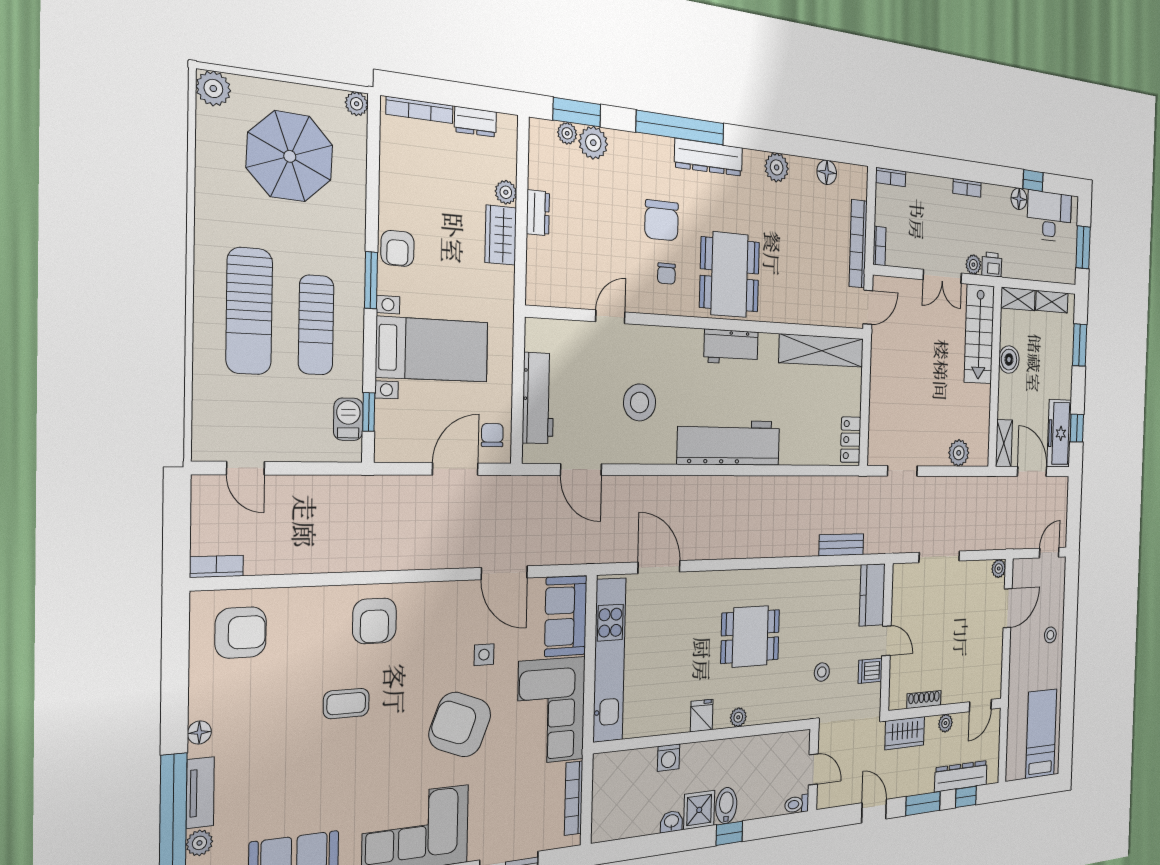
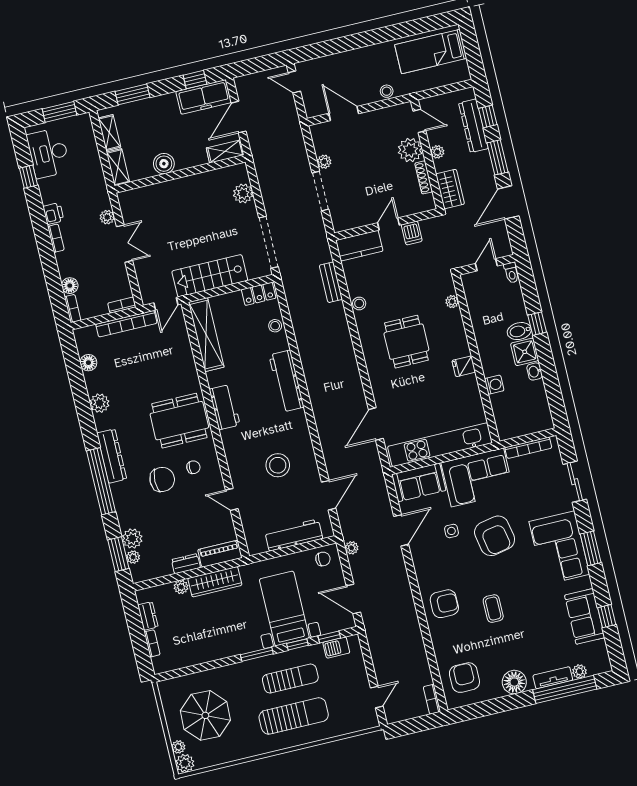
plant: (357, 104) -> (178, 747), moved
bookcase: (420, 110) -> (152, 643), width x0.64
floor lamp: (1019, 199) -> (70, 286), moved
wardrobe: (501, 235) -> (215, 582), width x1.50
armchair: (397, 248) -> (234, 644), removed
printer: (992, 265) -> (53, 214), moved, turned 180
piano: (539, 272) -> (220, 554), added
door: (868, 307) -> (166, 304), swing flipped
stairs: (979, 334) -> (210, 276), moved, turned 180
window: (370, 354) -> (297, 644), added
chair: (492, 435) -> (323, 559), turned 180
workbench: (729, 443) -> (287, 381), width x0.73, depth x0.76
stool: (810, 452) -> (275, 326), added
door: (455, 469) -> (353, 599), moved
doorway: (902, 471) -> (268, 242), width x1.87
plant: (498, 486) -> (352, 548), added
plant: (999, 569) -> (324, 162), moved
stool: (1050, 635) -> (387, 91), moved
stool: (822, 672) -> (359, 303), moved
plant: (955, 687) -> (410, 150), added
plant: (738, 717) -> (452, 302), moved
armchair: (460, 724) -> (495, 536), turned -32
floor lamp: (199, 732) -> (514, 682), width x1.89, depth x1.89
door: (874, 811) -> (508, 202), width x1.38

